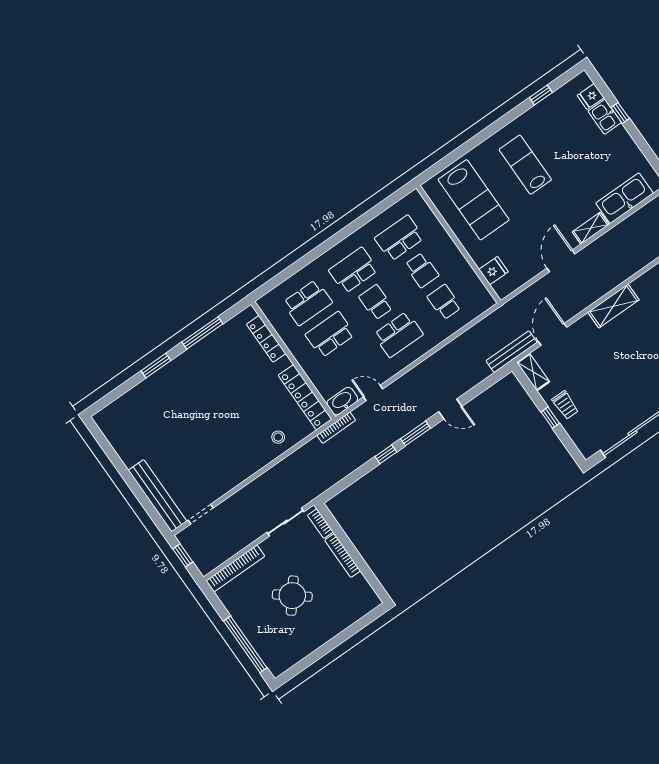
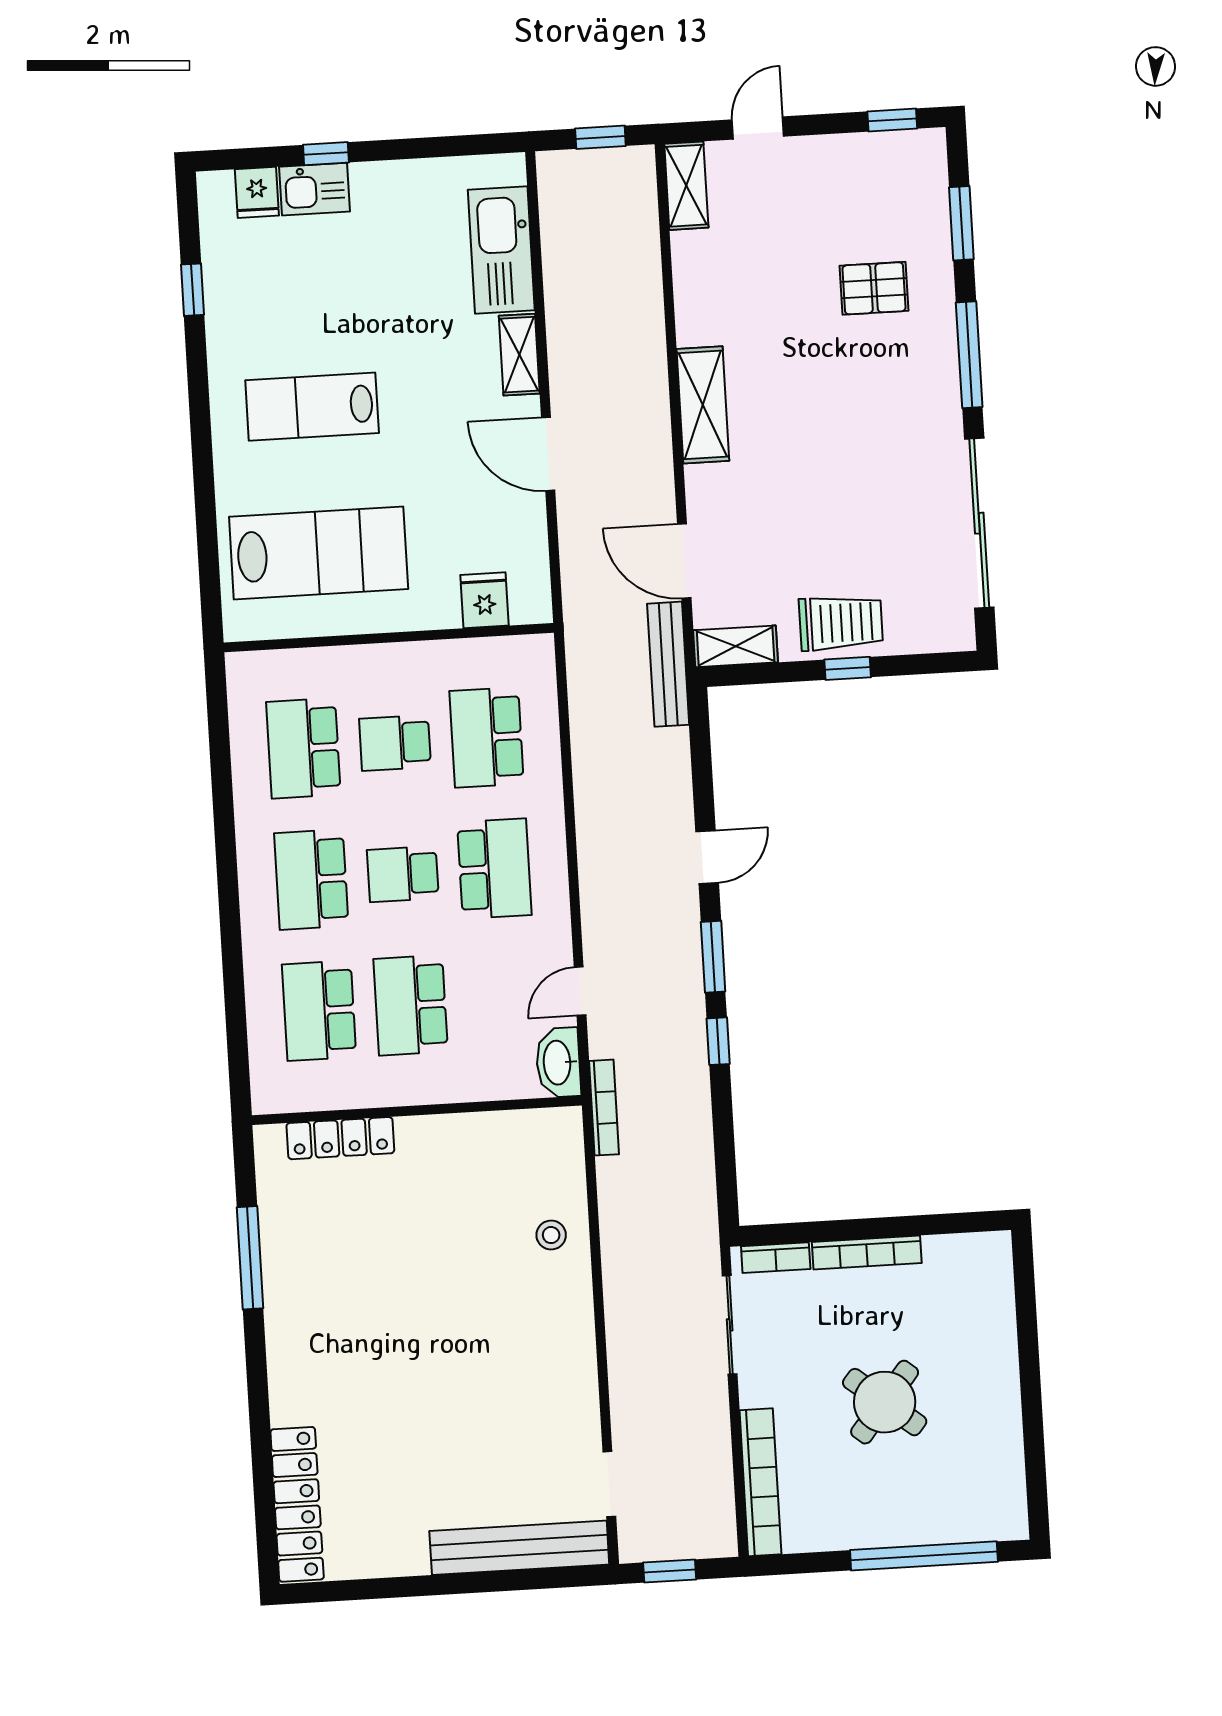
school desk: (422, 270) -> (395, 743), turned 180
school desk: (444, 302) -> (487, 737), width x1.85
school desk: (308, 303) -> (319, 1011), turned 180
window: (156, 366) -> (258, 1391), removed
locker: (305, 397) -> (297, 1504), moved, turned -90
trolley: (565, 405) -> (841, 623), width x1.36, depth x1.39

